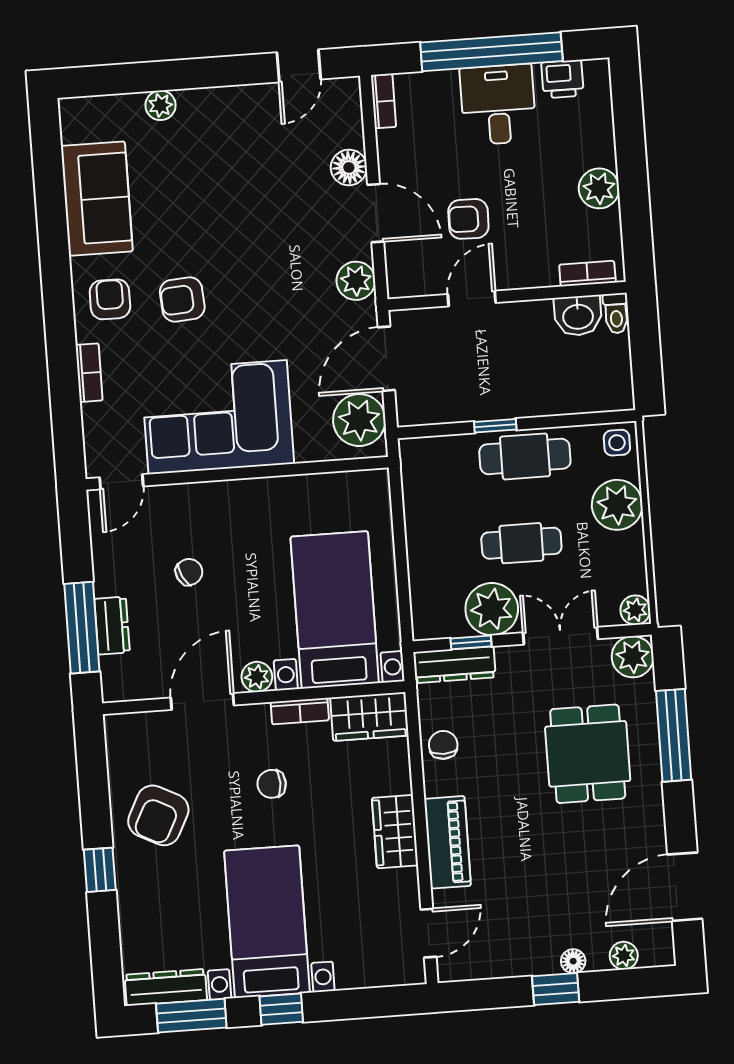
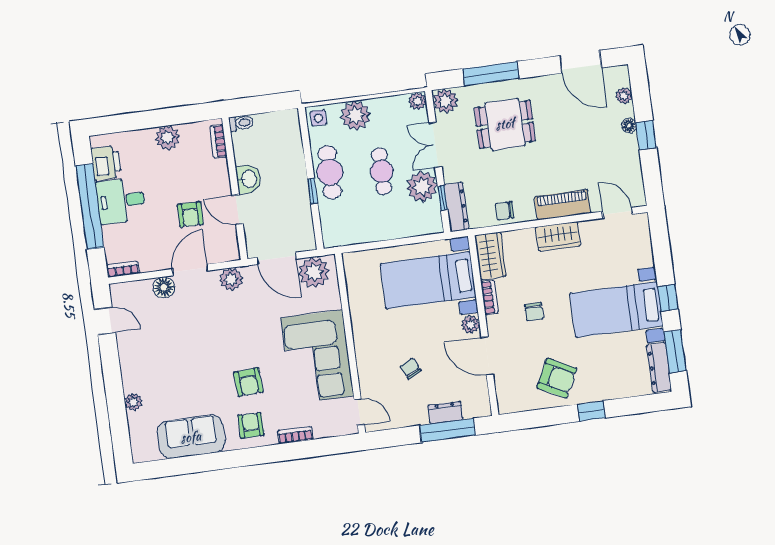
printer: (562, 79) -> (106, 163), width x1.36, depth x1.24
armchair: (110, 299) -> (251, 425), turned 90
washbasin: (578, 316) -> (248, 179), moved

